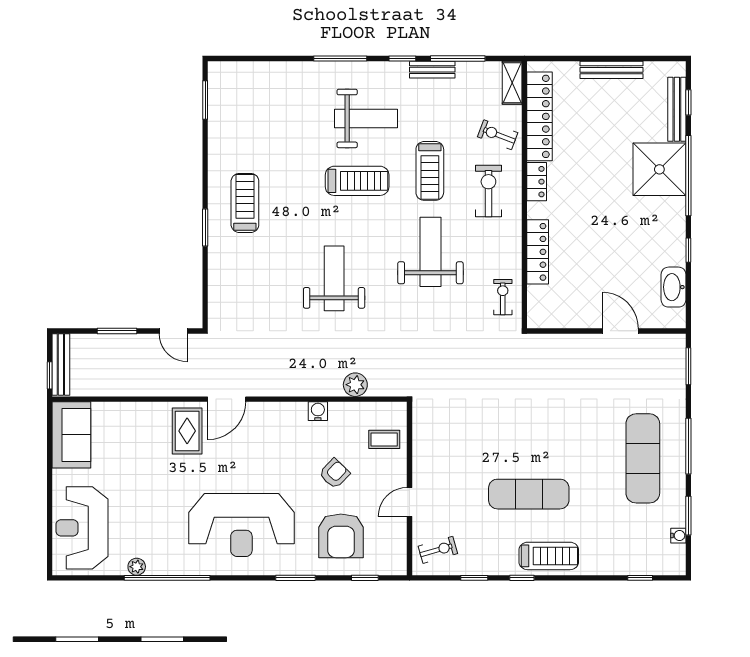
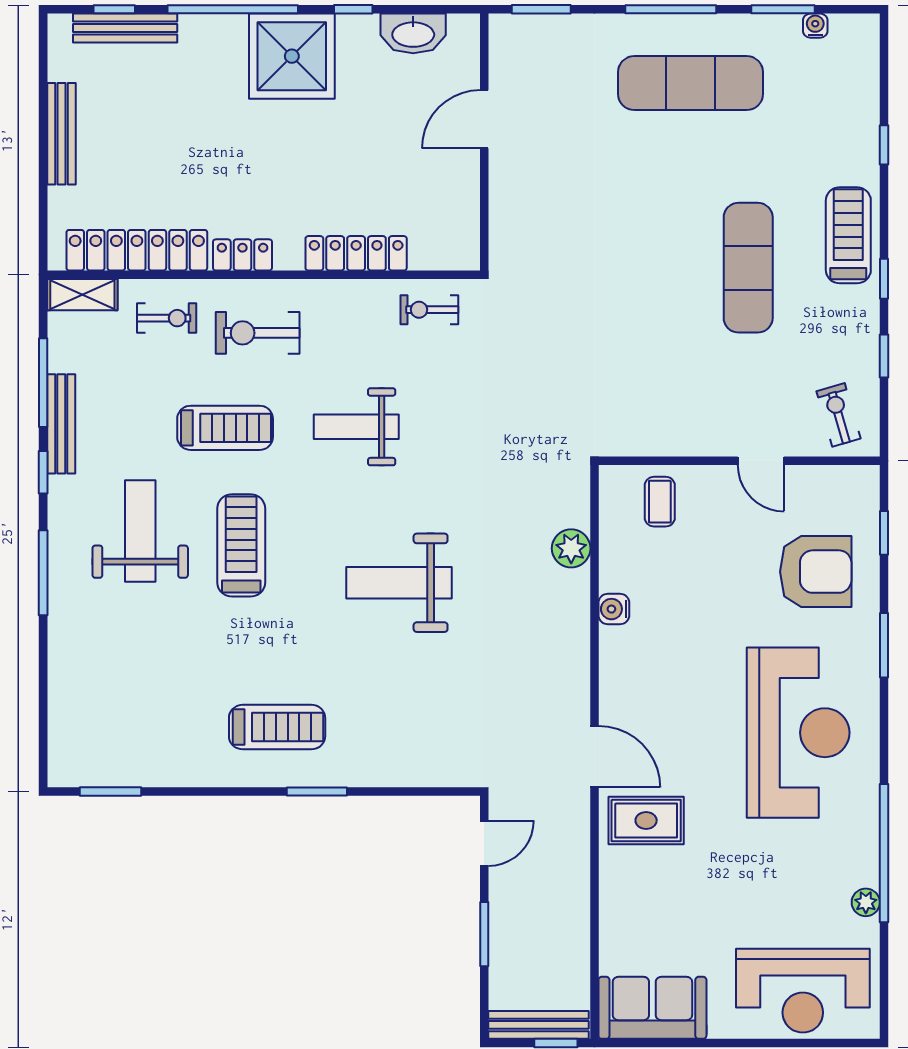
bench: (432, 70) -> (61, 424), width x1.36
exercise bike: (498, 135) -> (167, 318), turned -111
shower: (659, 169) -> (292, 56), moved
treadmill: (245, 203) -> (277, 727), turned 180
weight bench: (430, 252) -> (356, 427), width x0.73, depth x0.75
armchair: (334, 474) -> (715, 582), removed
window: (640, 578) -> (884, 145), moved

